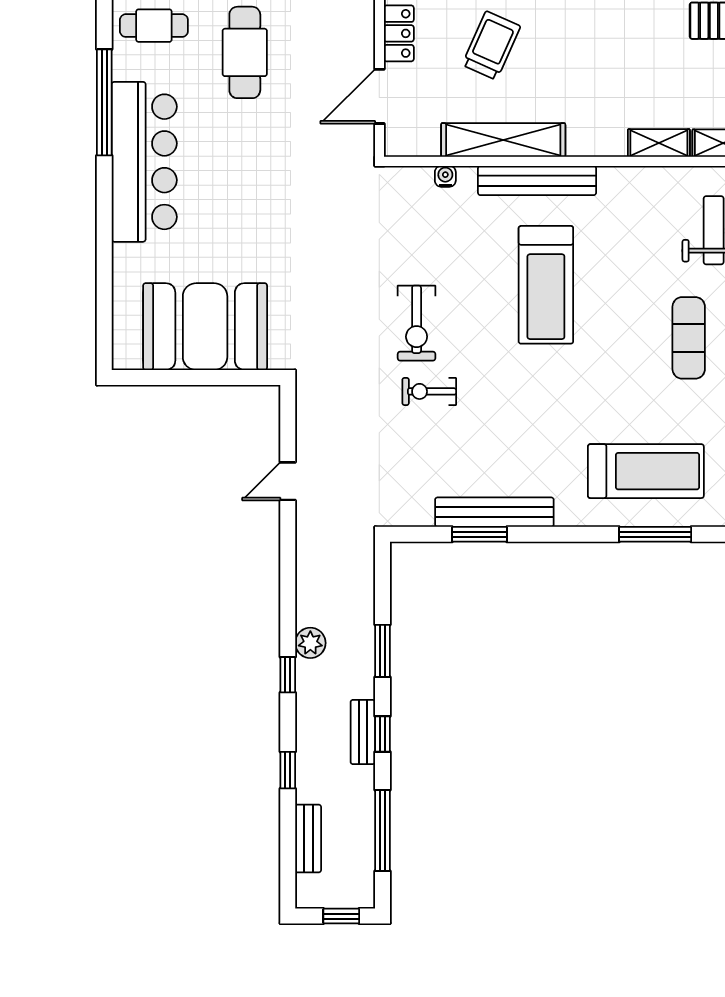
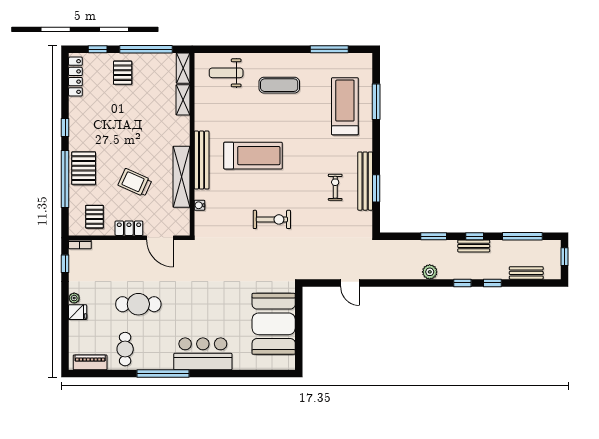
bar counter: (144, 162) -> (203, 354), width x0.73
exercise bike: (429, 391) -> (335, 187), moved, turned 180
window: (288, 675) -> (462, 283), moved

